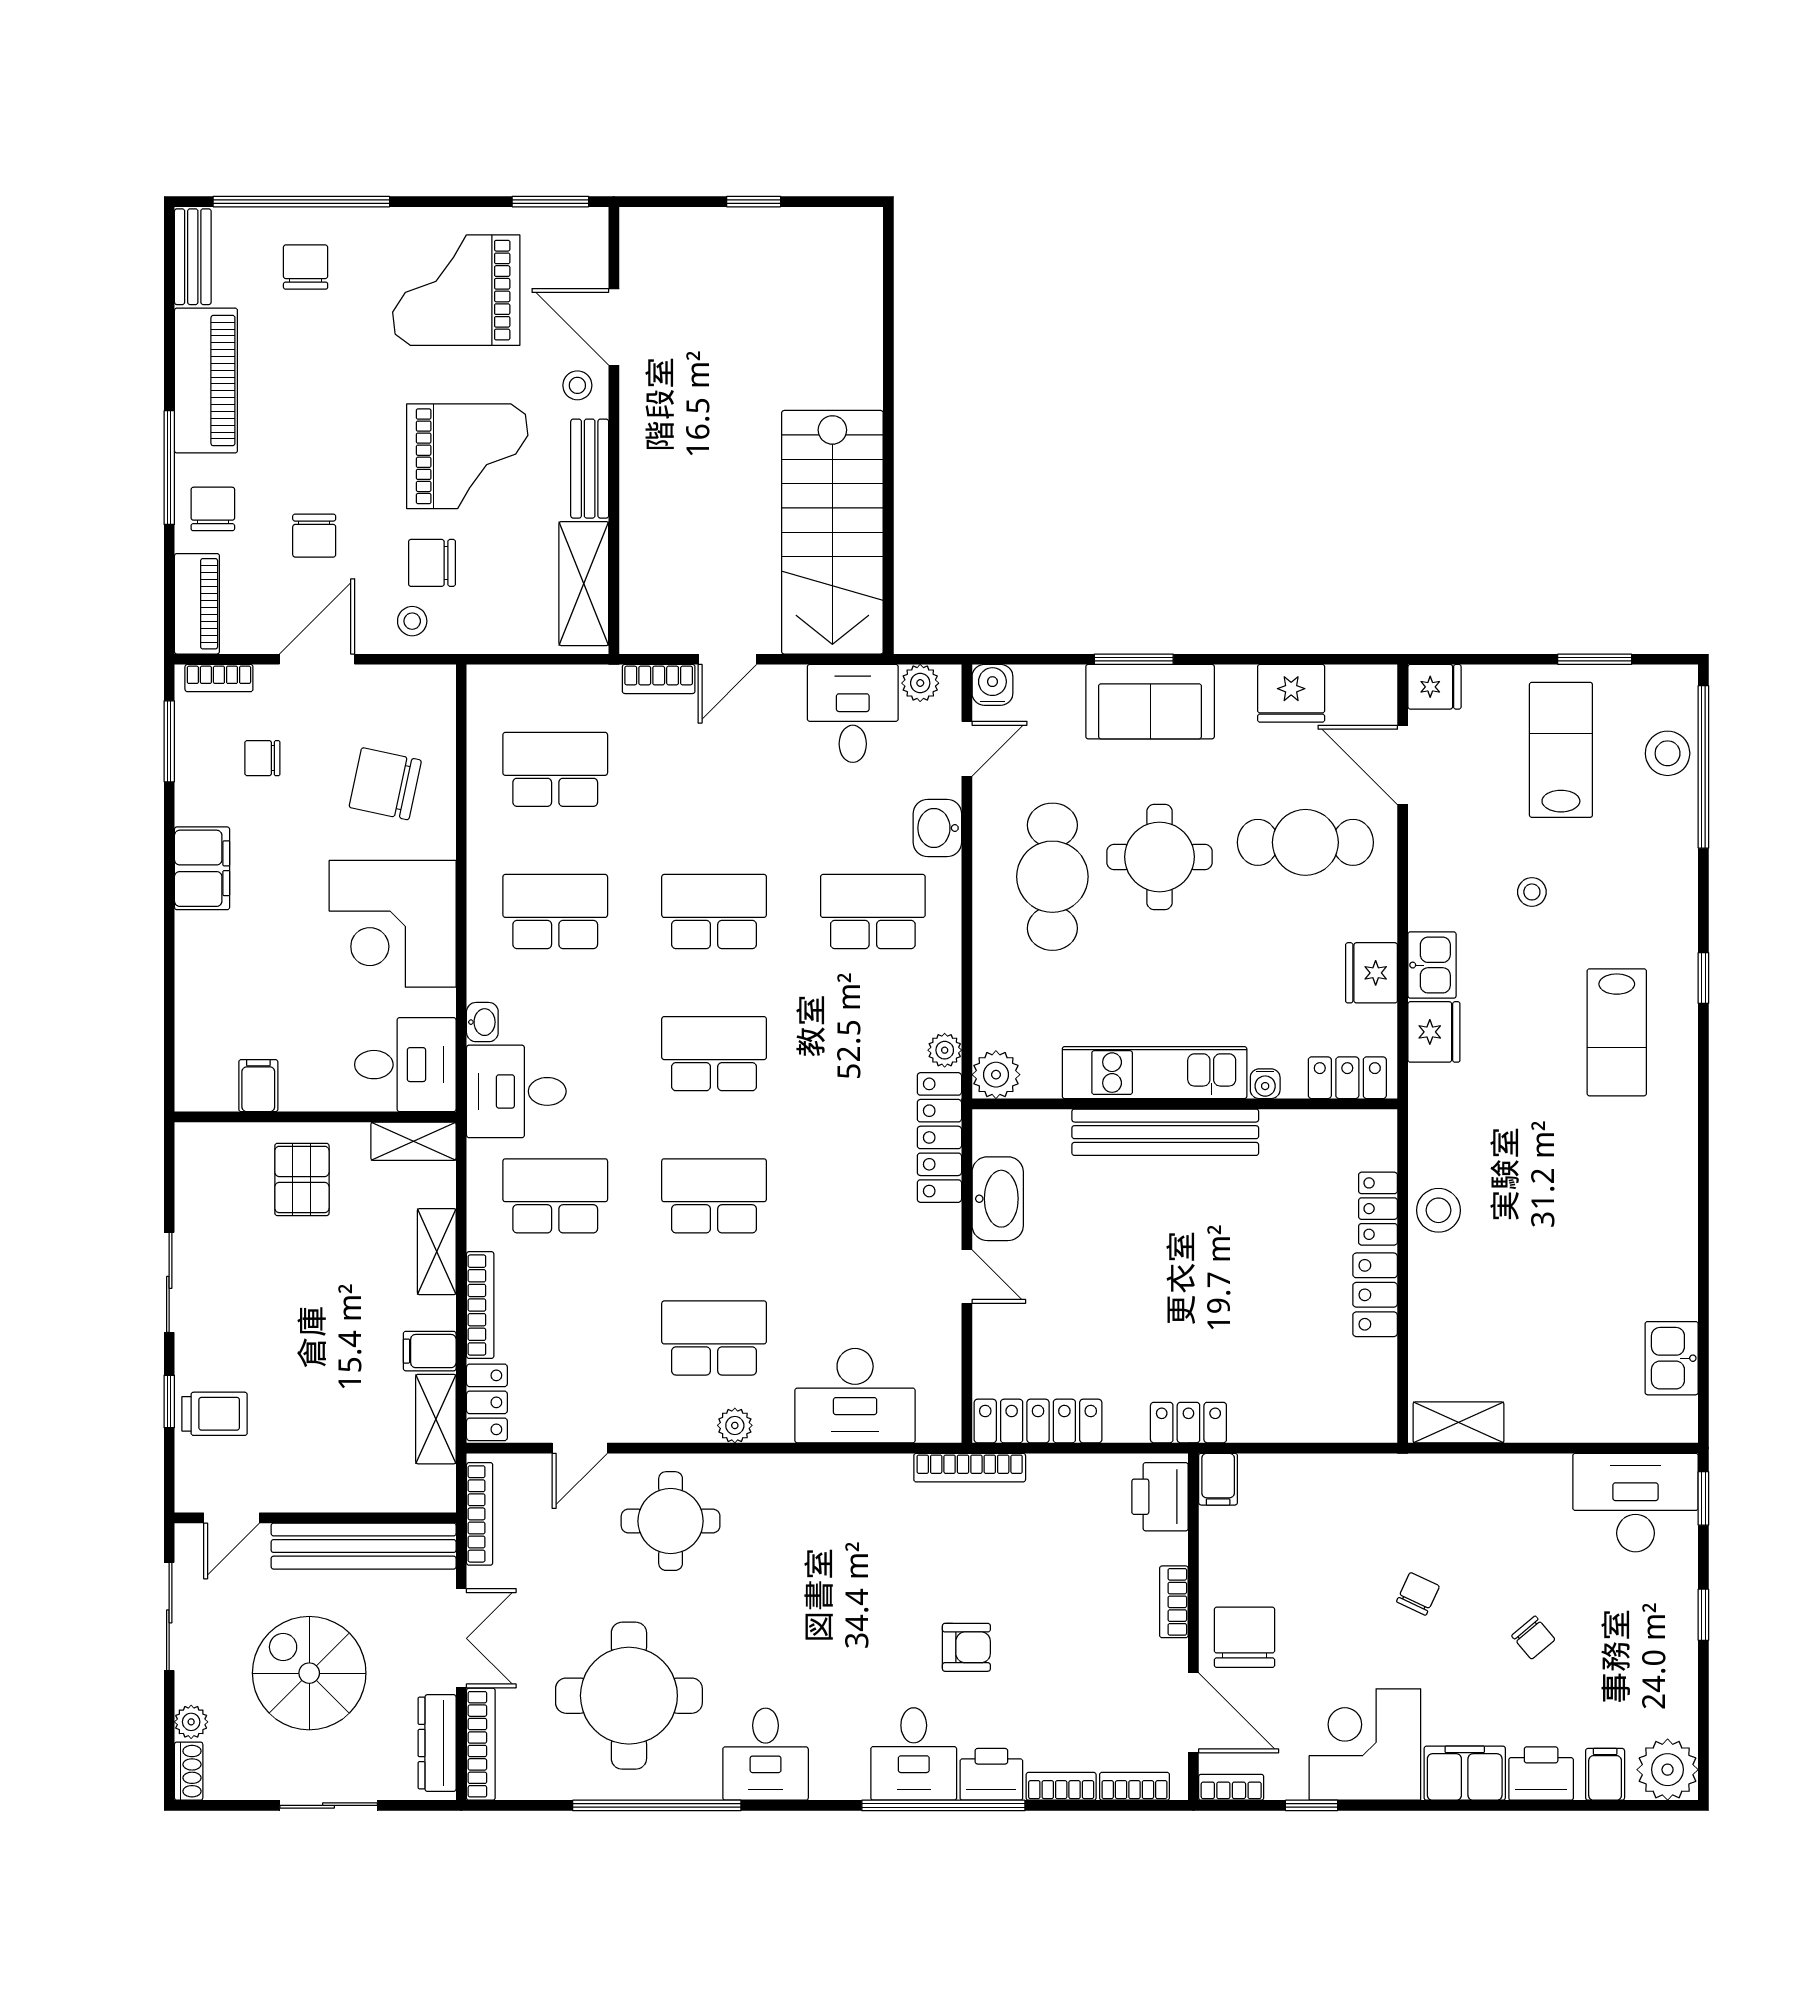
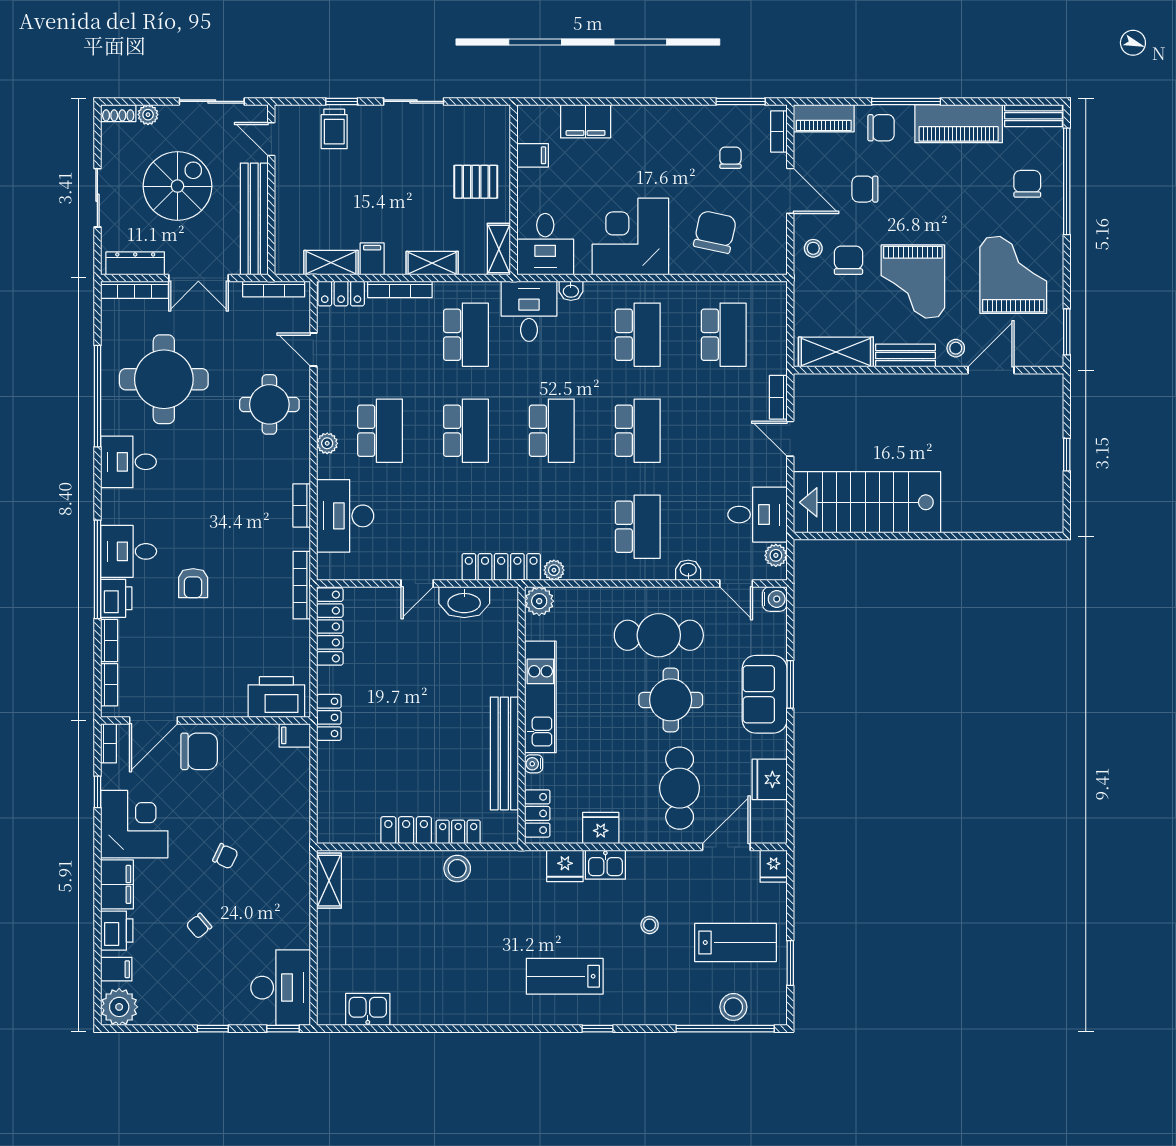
chair: (306, 267) -> (1027, 184), turned -90
washbasin: (937, 828) -> (688, 570), width x0.72, depth x0.69
filing cabinet: (202, 868) -> (586, 121), moved
bench: (1165, 1132) -> (504, 753), moved
printer: (1160, 1497) -> (276, 697), width x1.37, depth x1.19
bookcase: (1174, 1602) -> (302, 505), moved, turned -90

